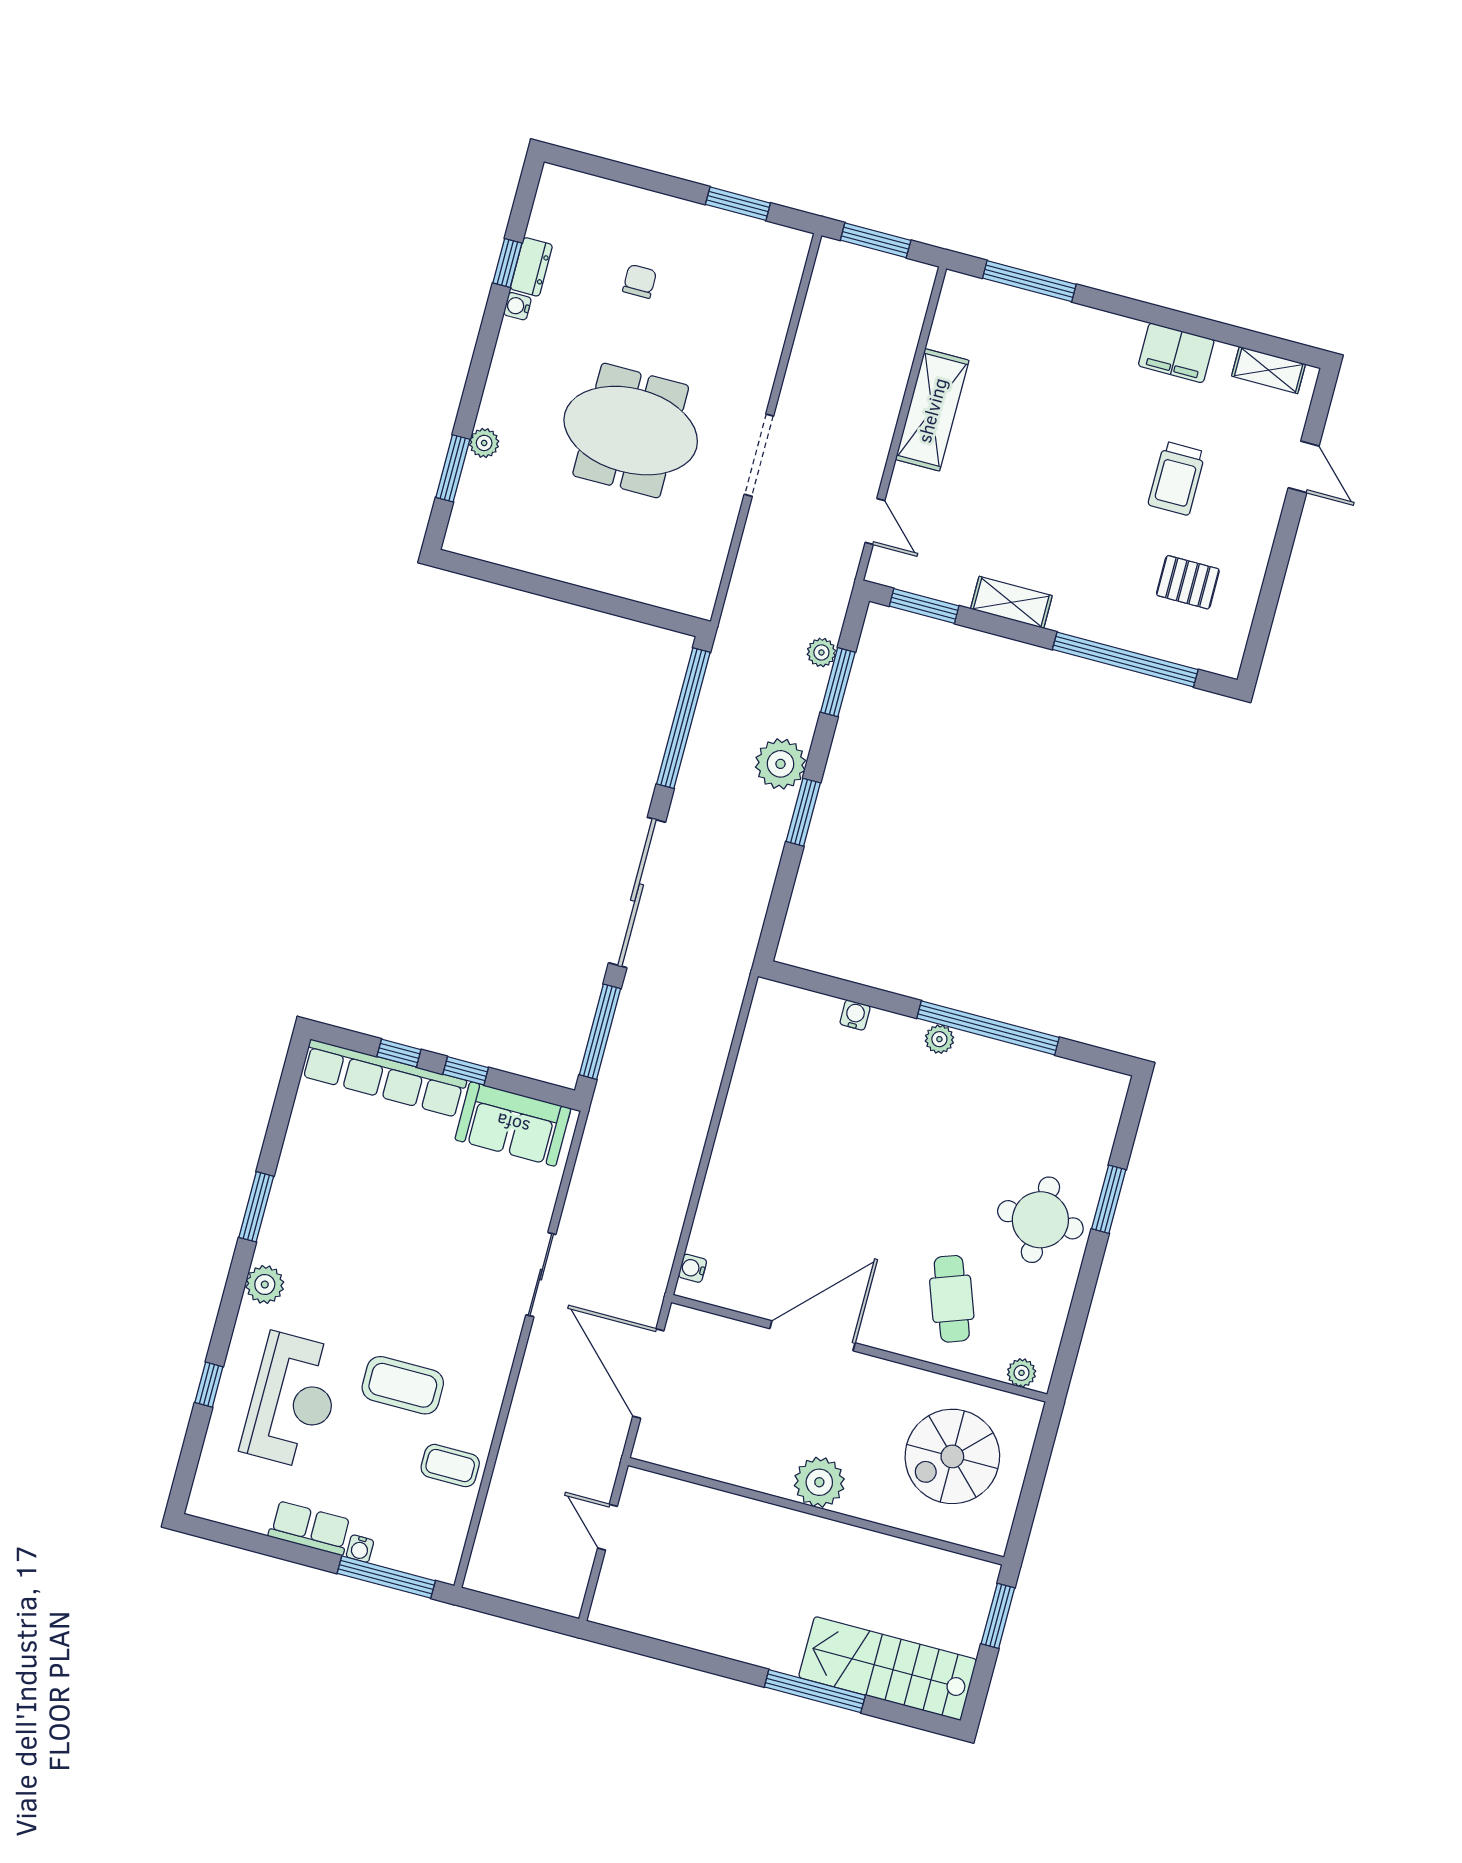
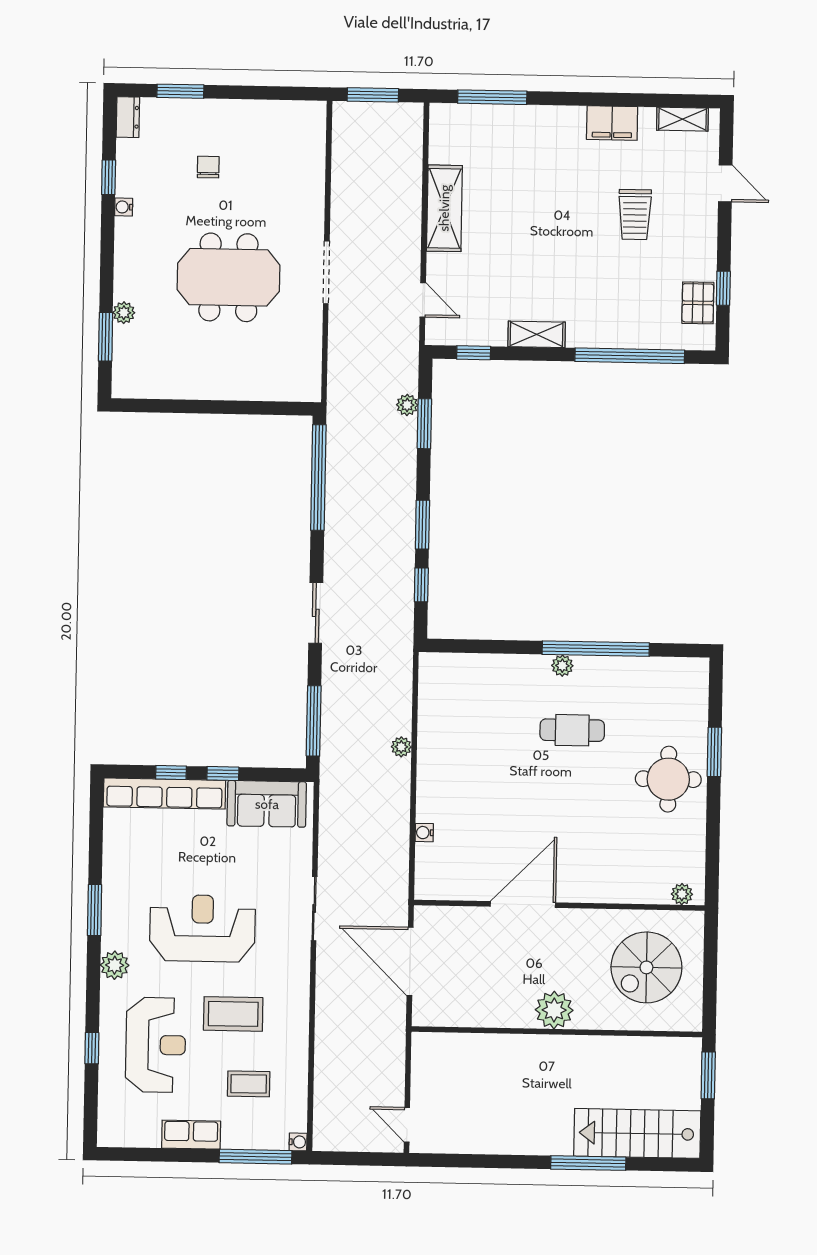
window: (738, 204) -> (180, 91), moved
dresser: (531, 267) -> (128, 117), moved
pallet: (1188, 582) -> (698, 303), moved, turned 90
window: (1268, 602) -> (723, 288), added
window: (924, 606) -> (474, 353), width x0.67
plant: (781, 764) -> (401, 747), moved, width x0.53, depth x0.53
window: (783, 890) -> (421, 585), added
sliding door: (637, 893) -> (316, 613), width x0.54
water cooler: (855, 1015) -> (497, 663), removed
reception desk: (390, 1265) -> (202, 928), added
water cooler: (692, 1268) -> (424, 833), moved
cafe table: (952, 1299) -> (572, 730), moved, turned -70
coffee table: (450, 1466) -> (249, 1084), moved
door: (607, 1527) -> (407, 1125), moved
water cooler: (360, 1549) -> (298, 1142), moved, turned -90

